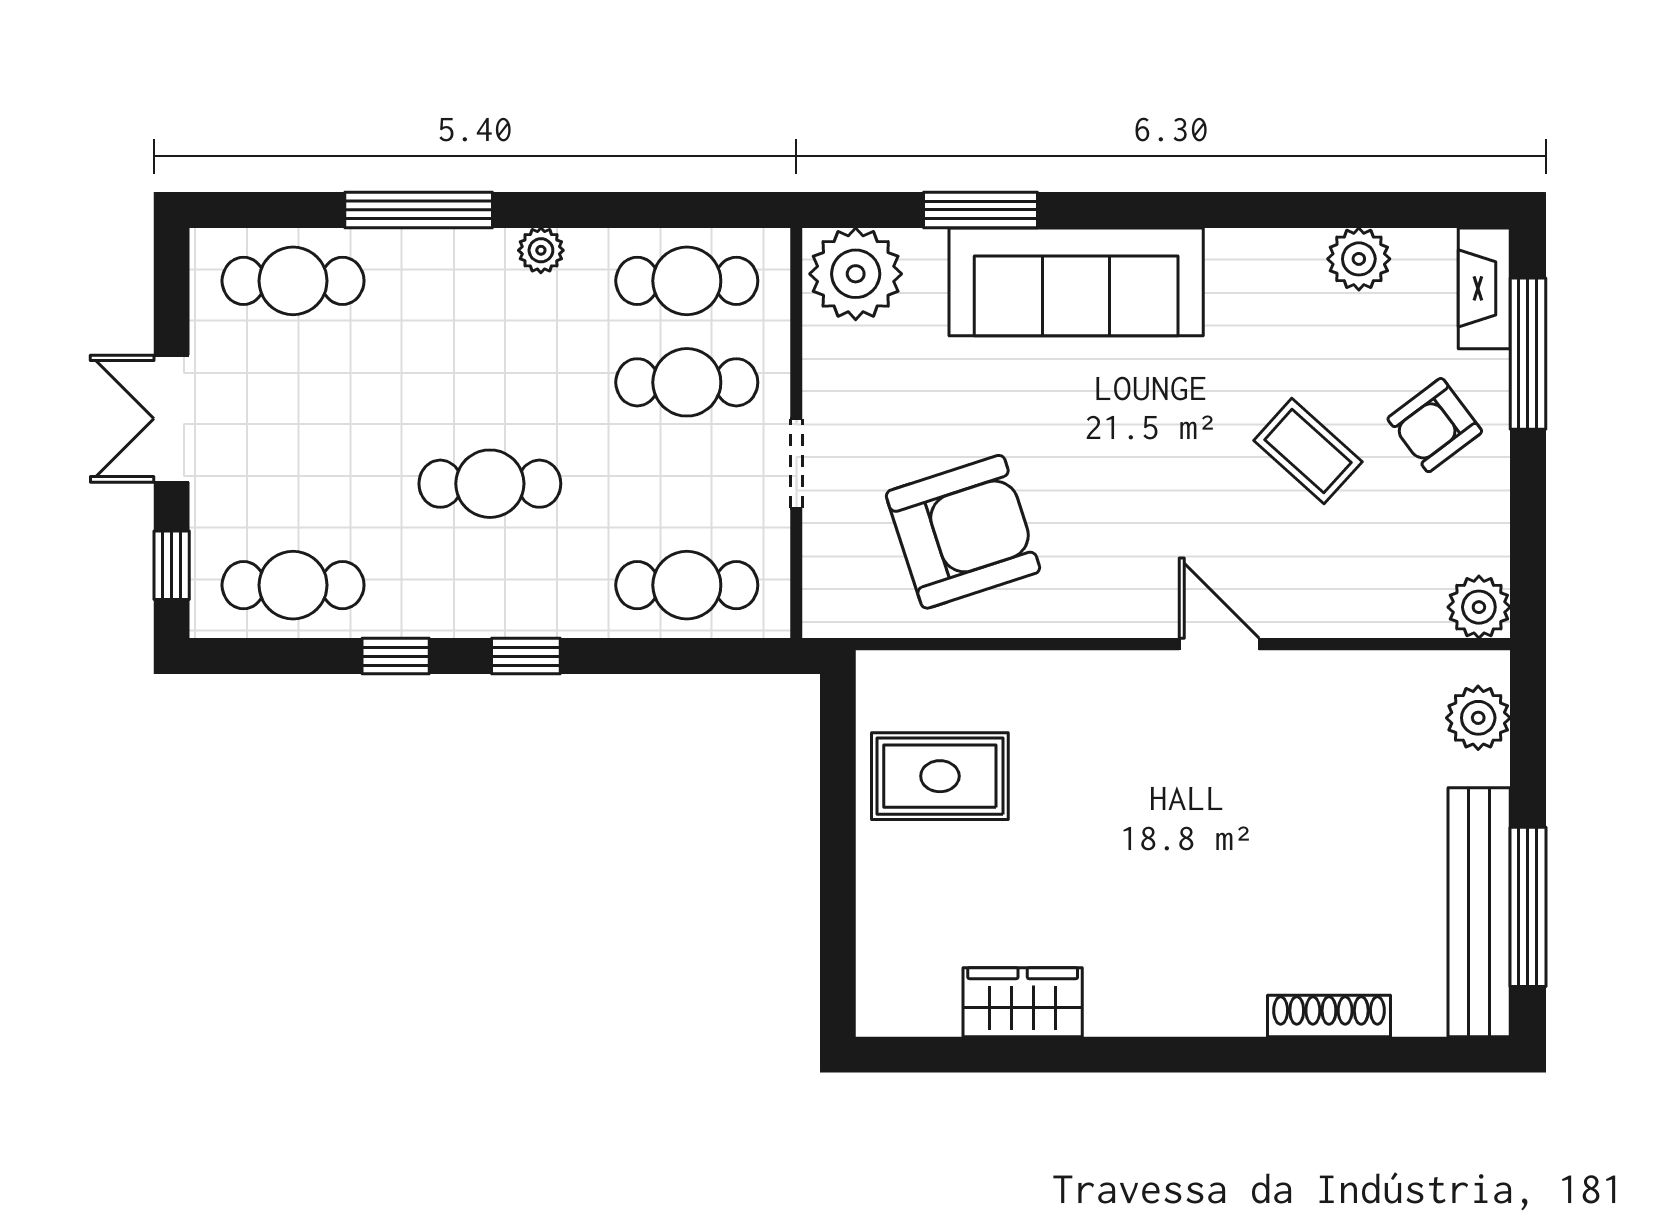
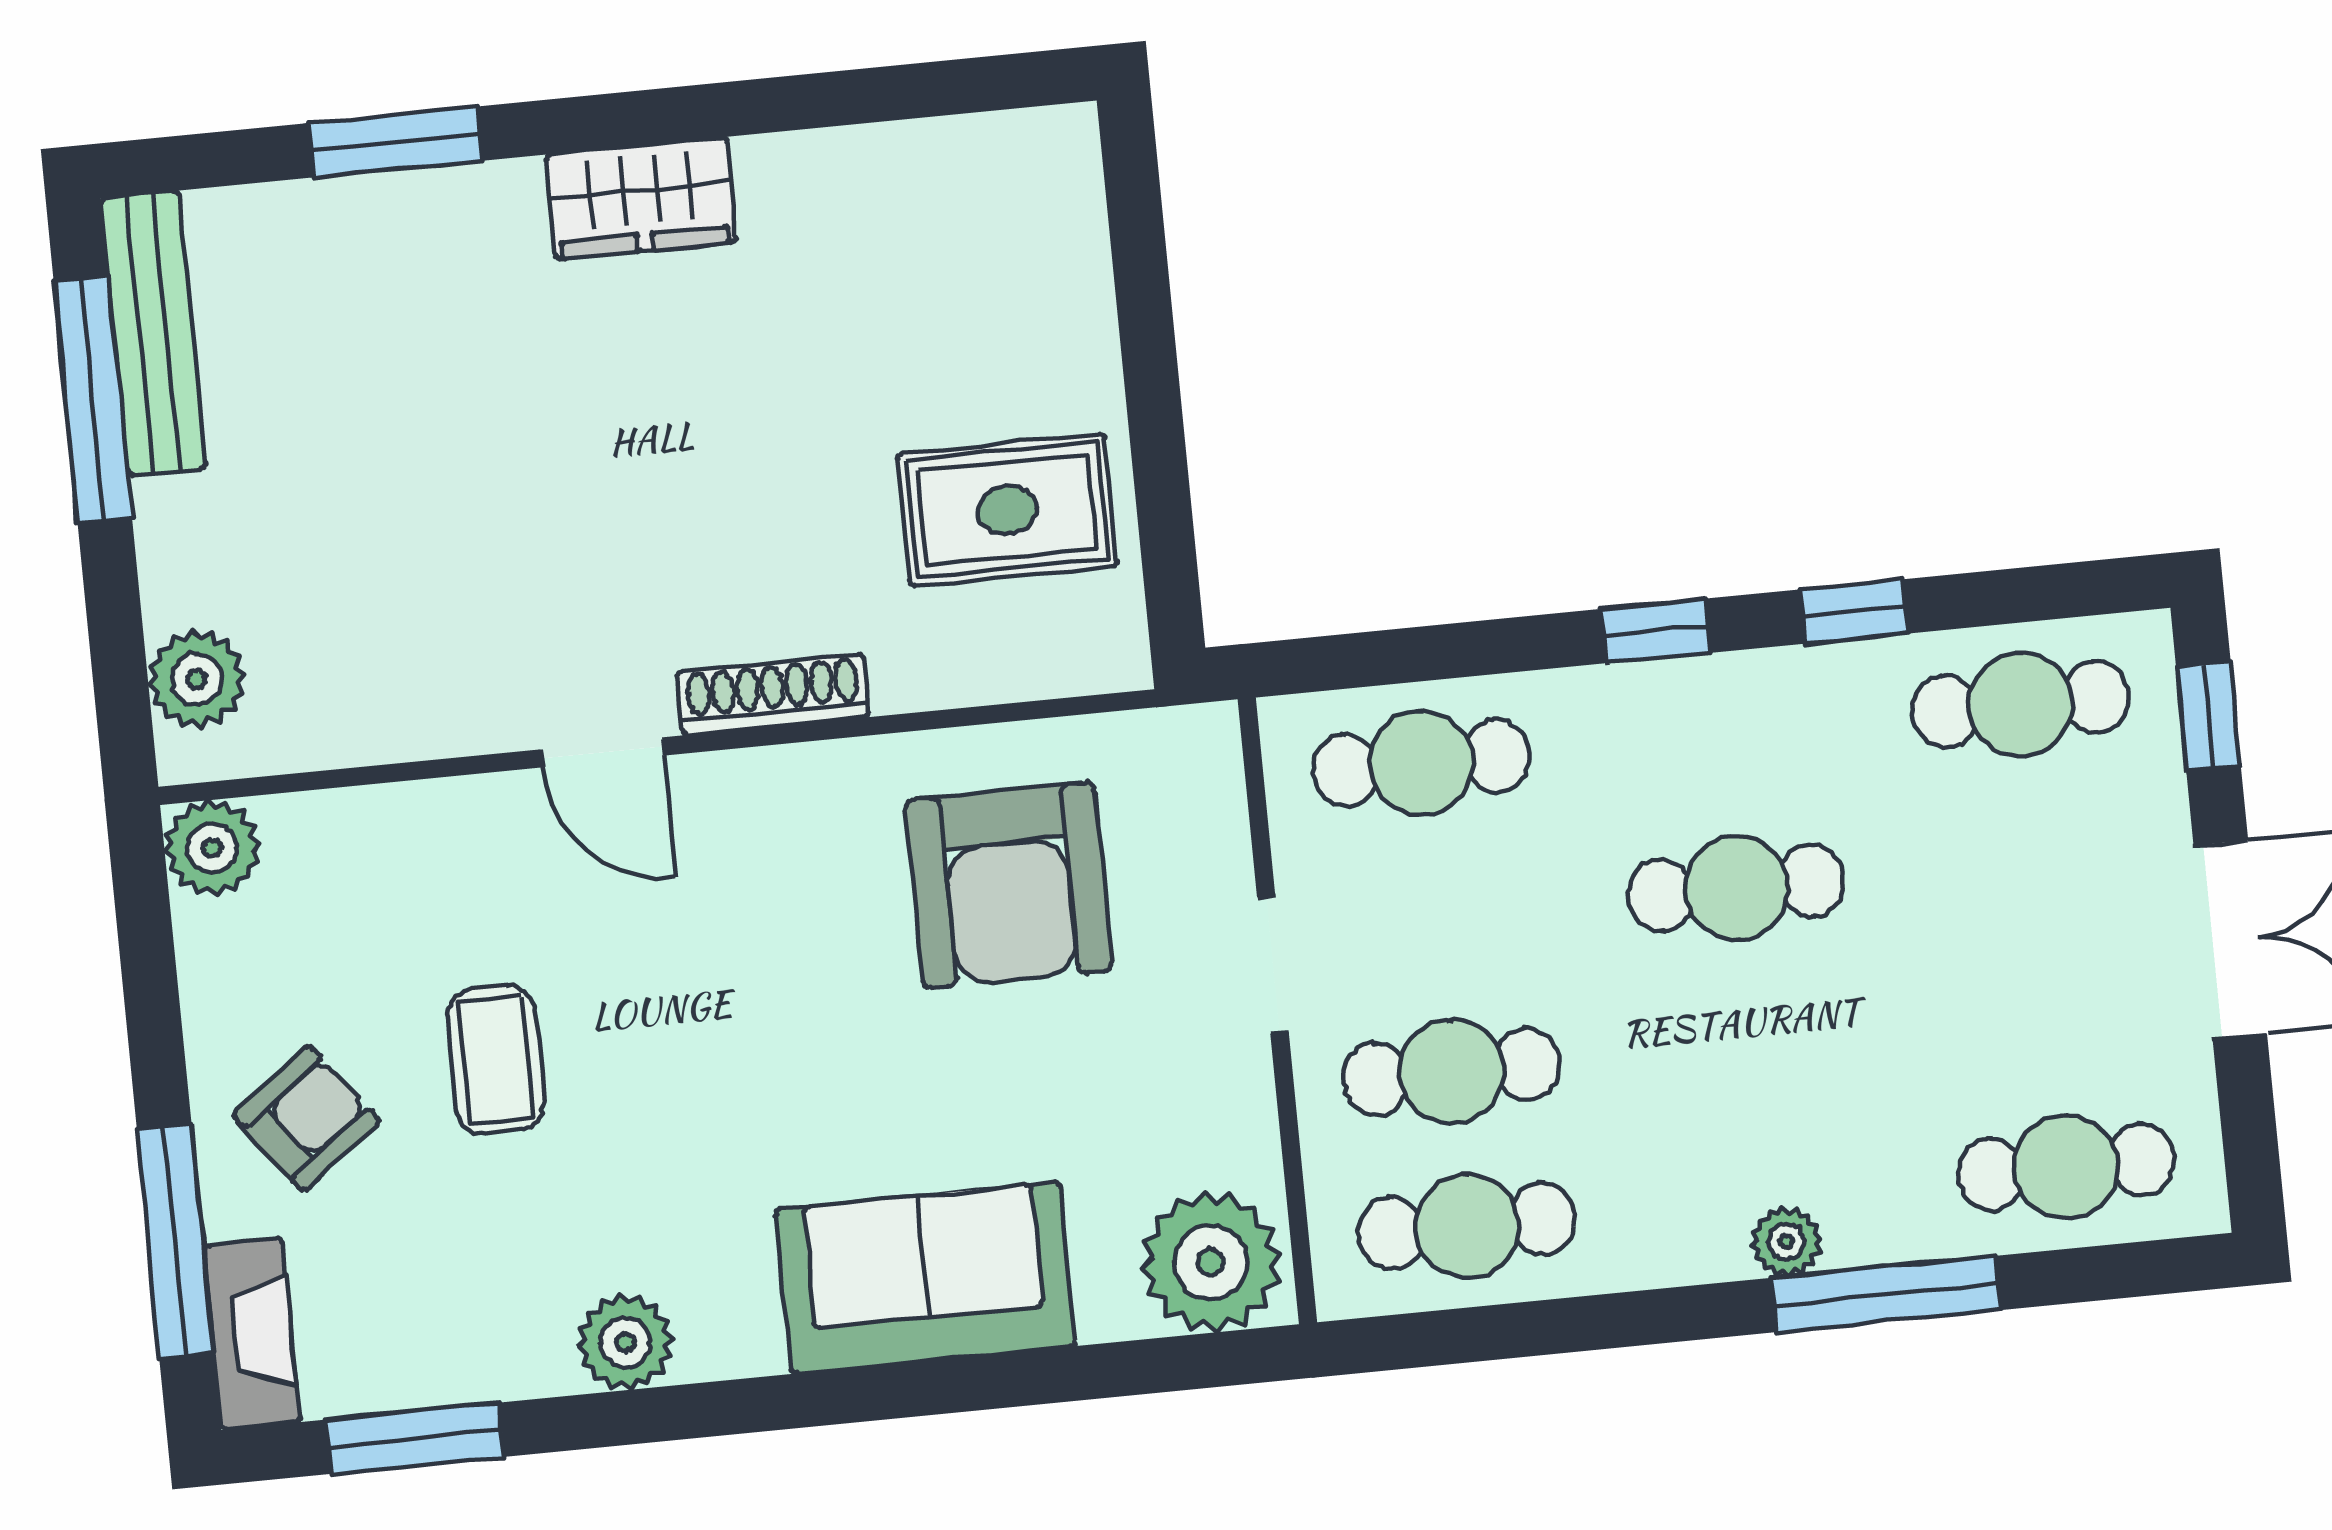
window: (980, 210) -> (415, 1438), moved
plant: (541, 250) -> (1786, 1242), moved
plant: (1359, 259) -> (625, 1342), moved
sofa: (1076, 282) -> (925, 1278), width x0.73
coffee table: (1308, 451) -> (496, 1060), turned 48
armchair: (963, 532) -> (1009, 885), turned -72
bench: (1479, 912) -> (153, 333), width x0.73, depth x0.82
wardrobe: (1023, 1002) -> (641, 198), moved
shoe rack: (1329, 1016) -> (773, 695), moved, turned 180
window: (1315, 1055) -> (395, 142), added

